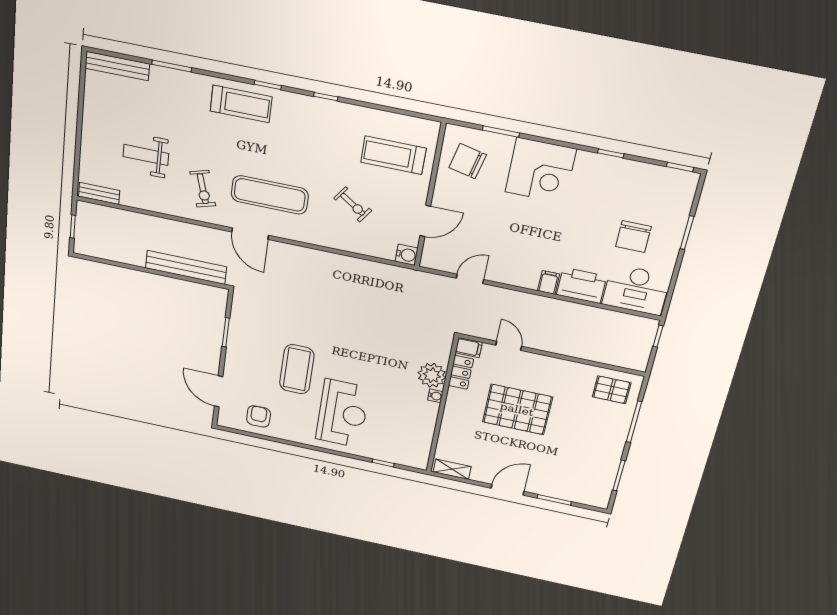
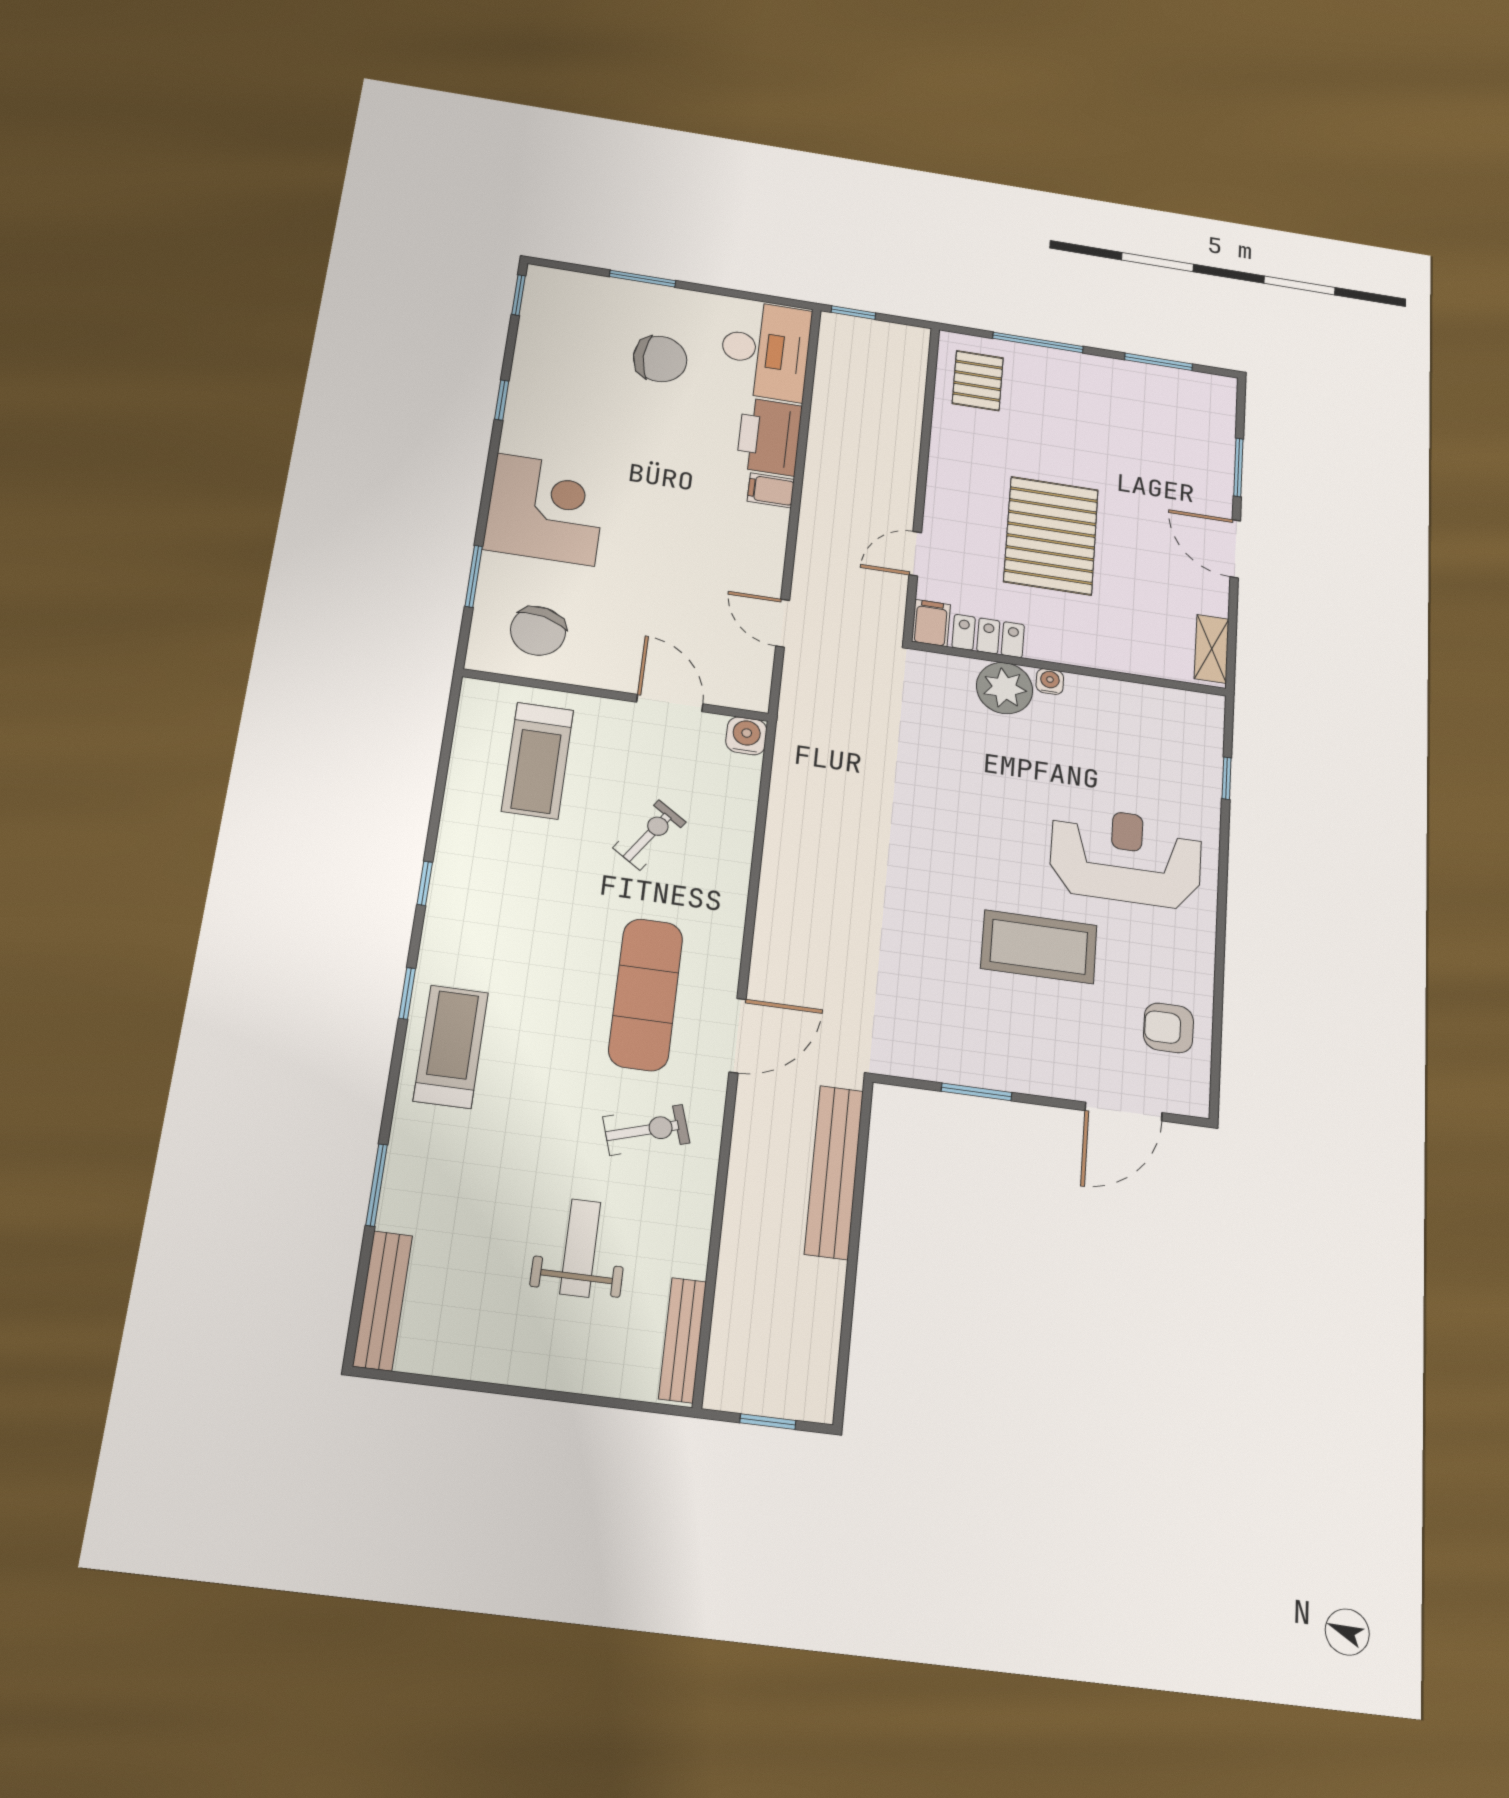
weight bench: (146, 155) -> (580, 1248), turned 180
bench: (99, 193) -> (682, 1340), width x1.36

